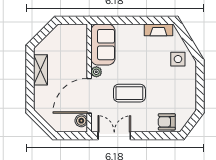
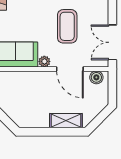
shelving: (40, 70) -> (66, 121), moved
door: (89, 96) -> (70, 69), width x0.73

